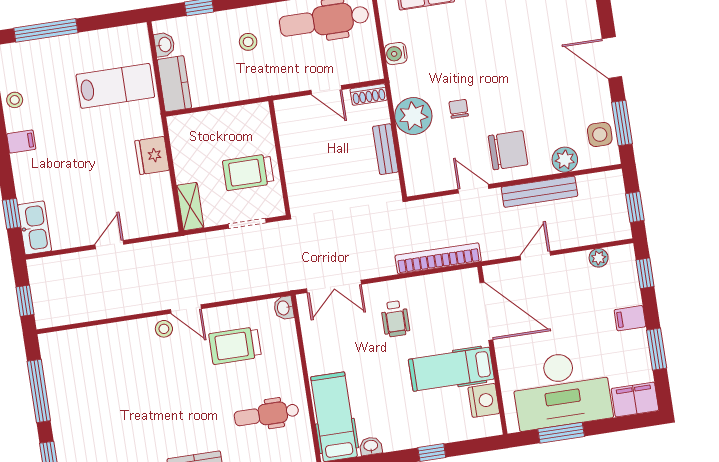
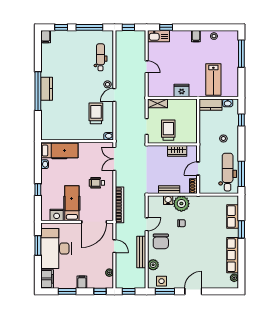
water cooler: (396, 54) -> (168, 200), moved
wardrobe: (293, 144) -> (177, 151), added
dental chair: (266, 414) -> (100, 57), moved

